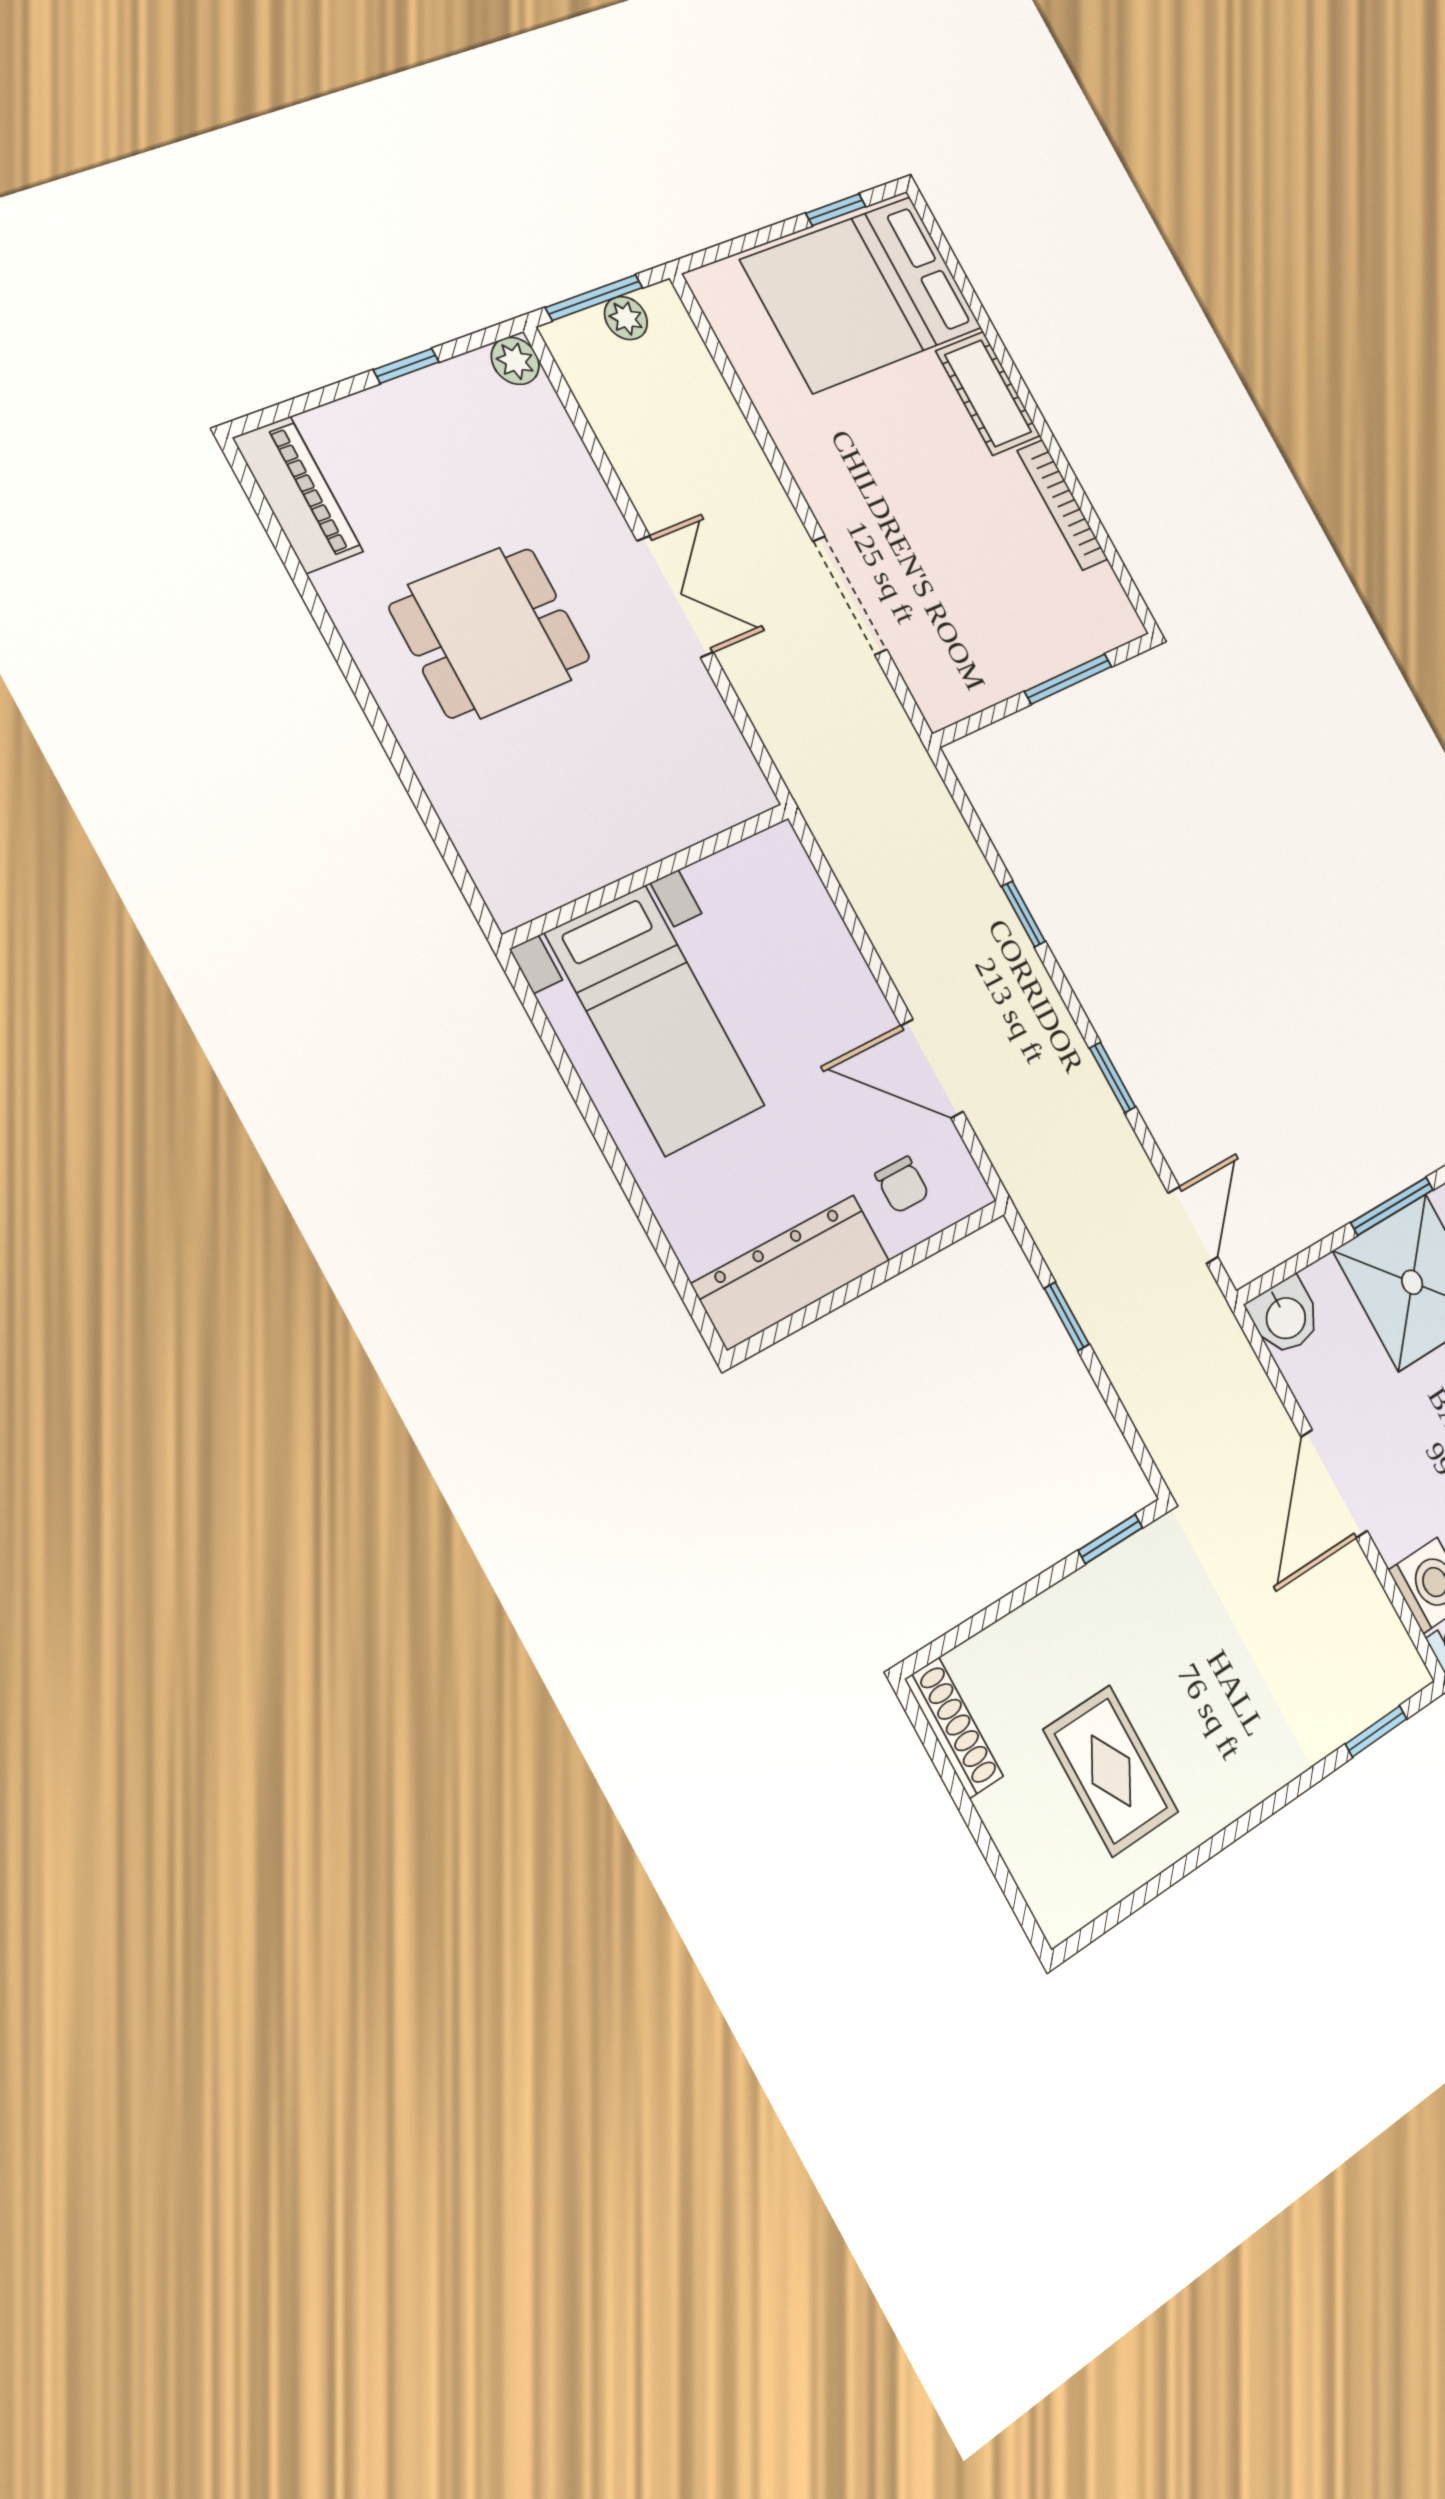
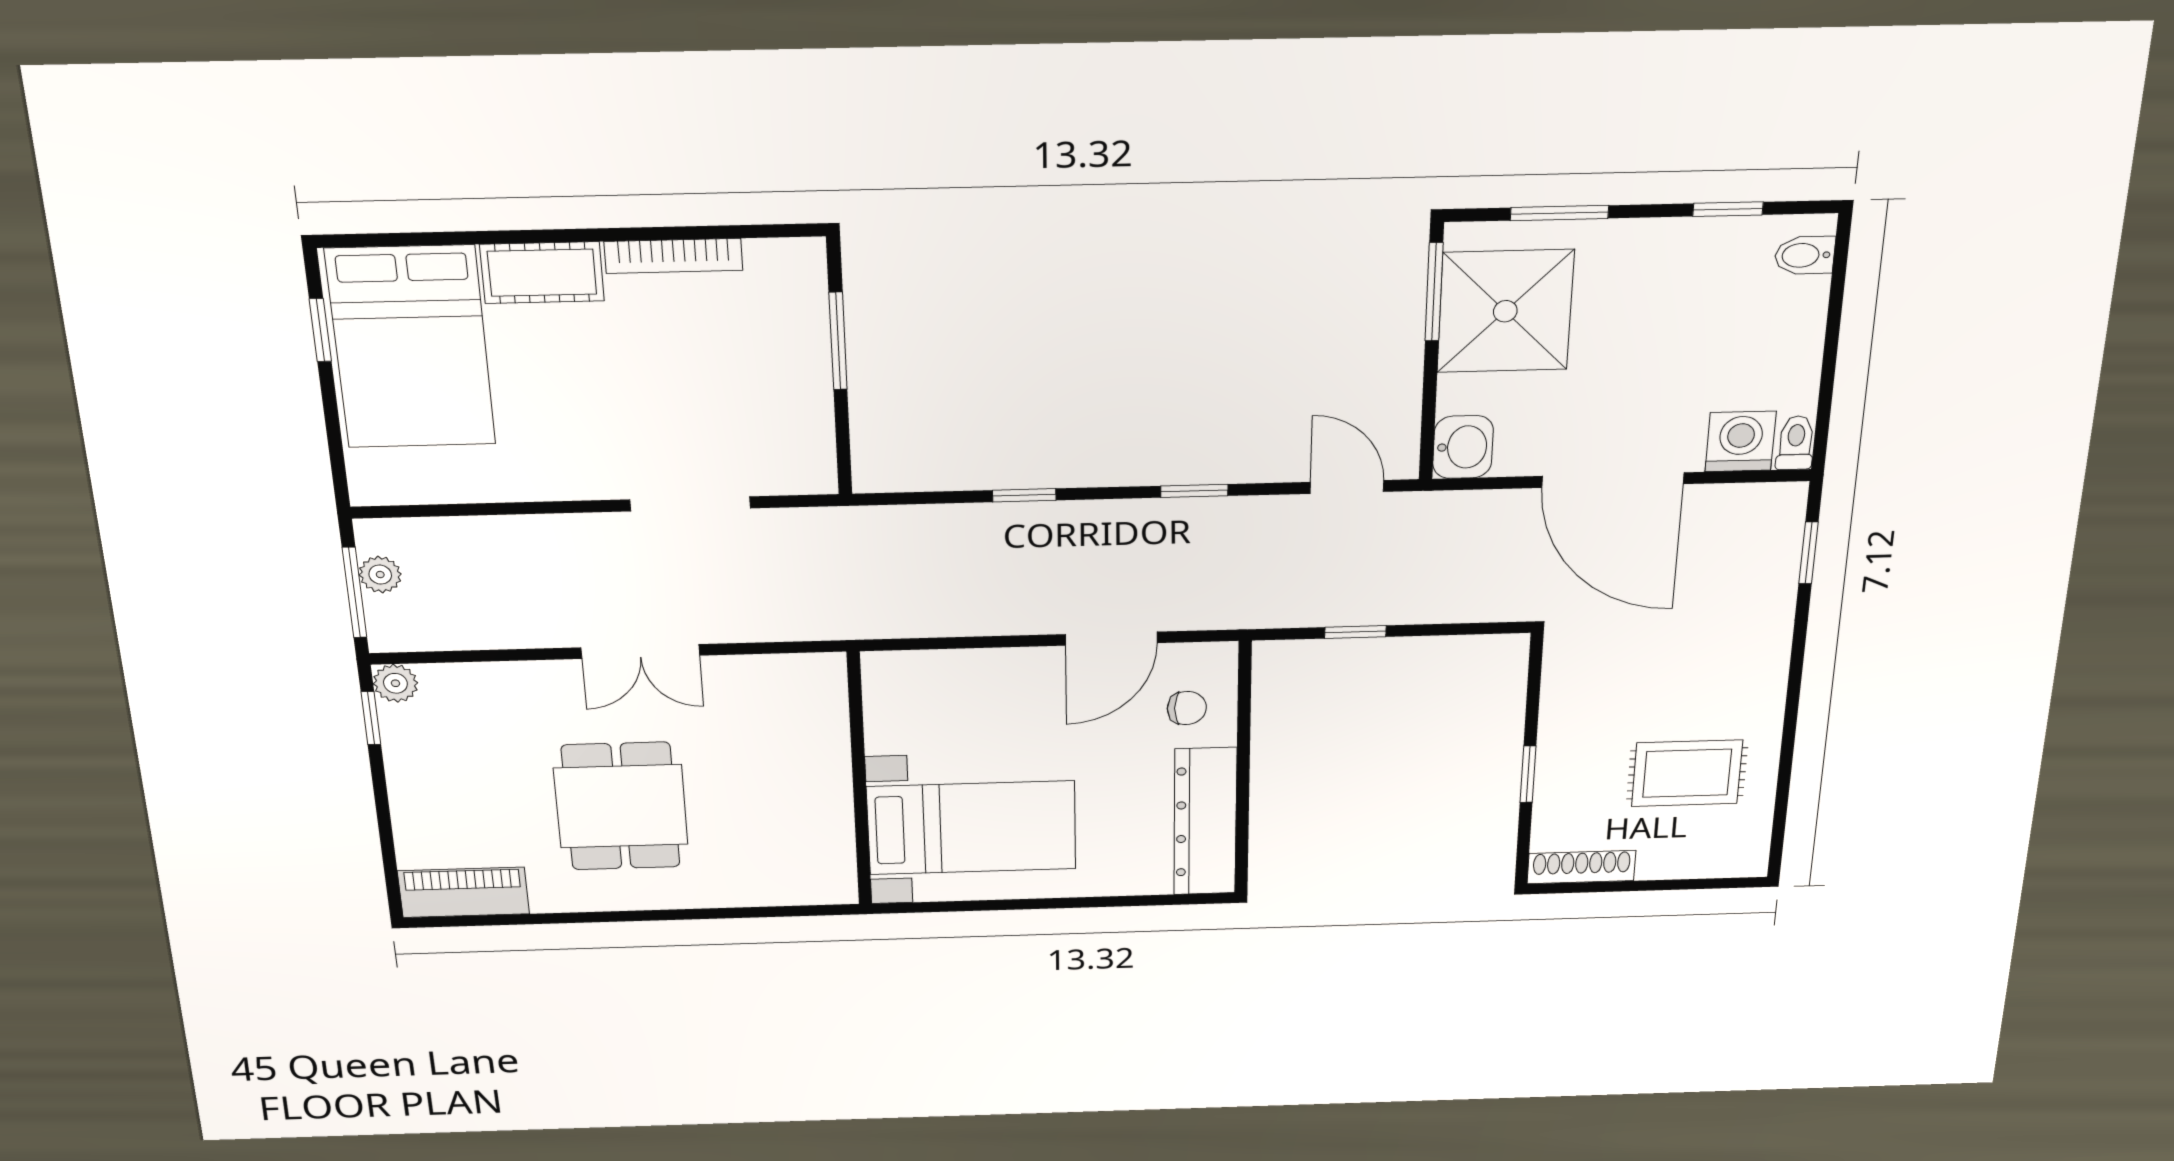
window: (406, 366) -> (371, 718), moved
double door: (675, 597) -> (640, 652), swing flipped
door: (1334, 1484) -> (1613, 480), width x1.36
window: (1110, 1539) -> (1528, 774), moved

